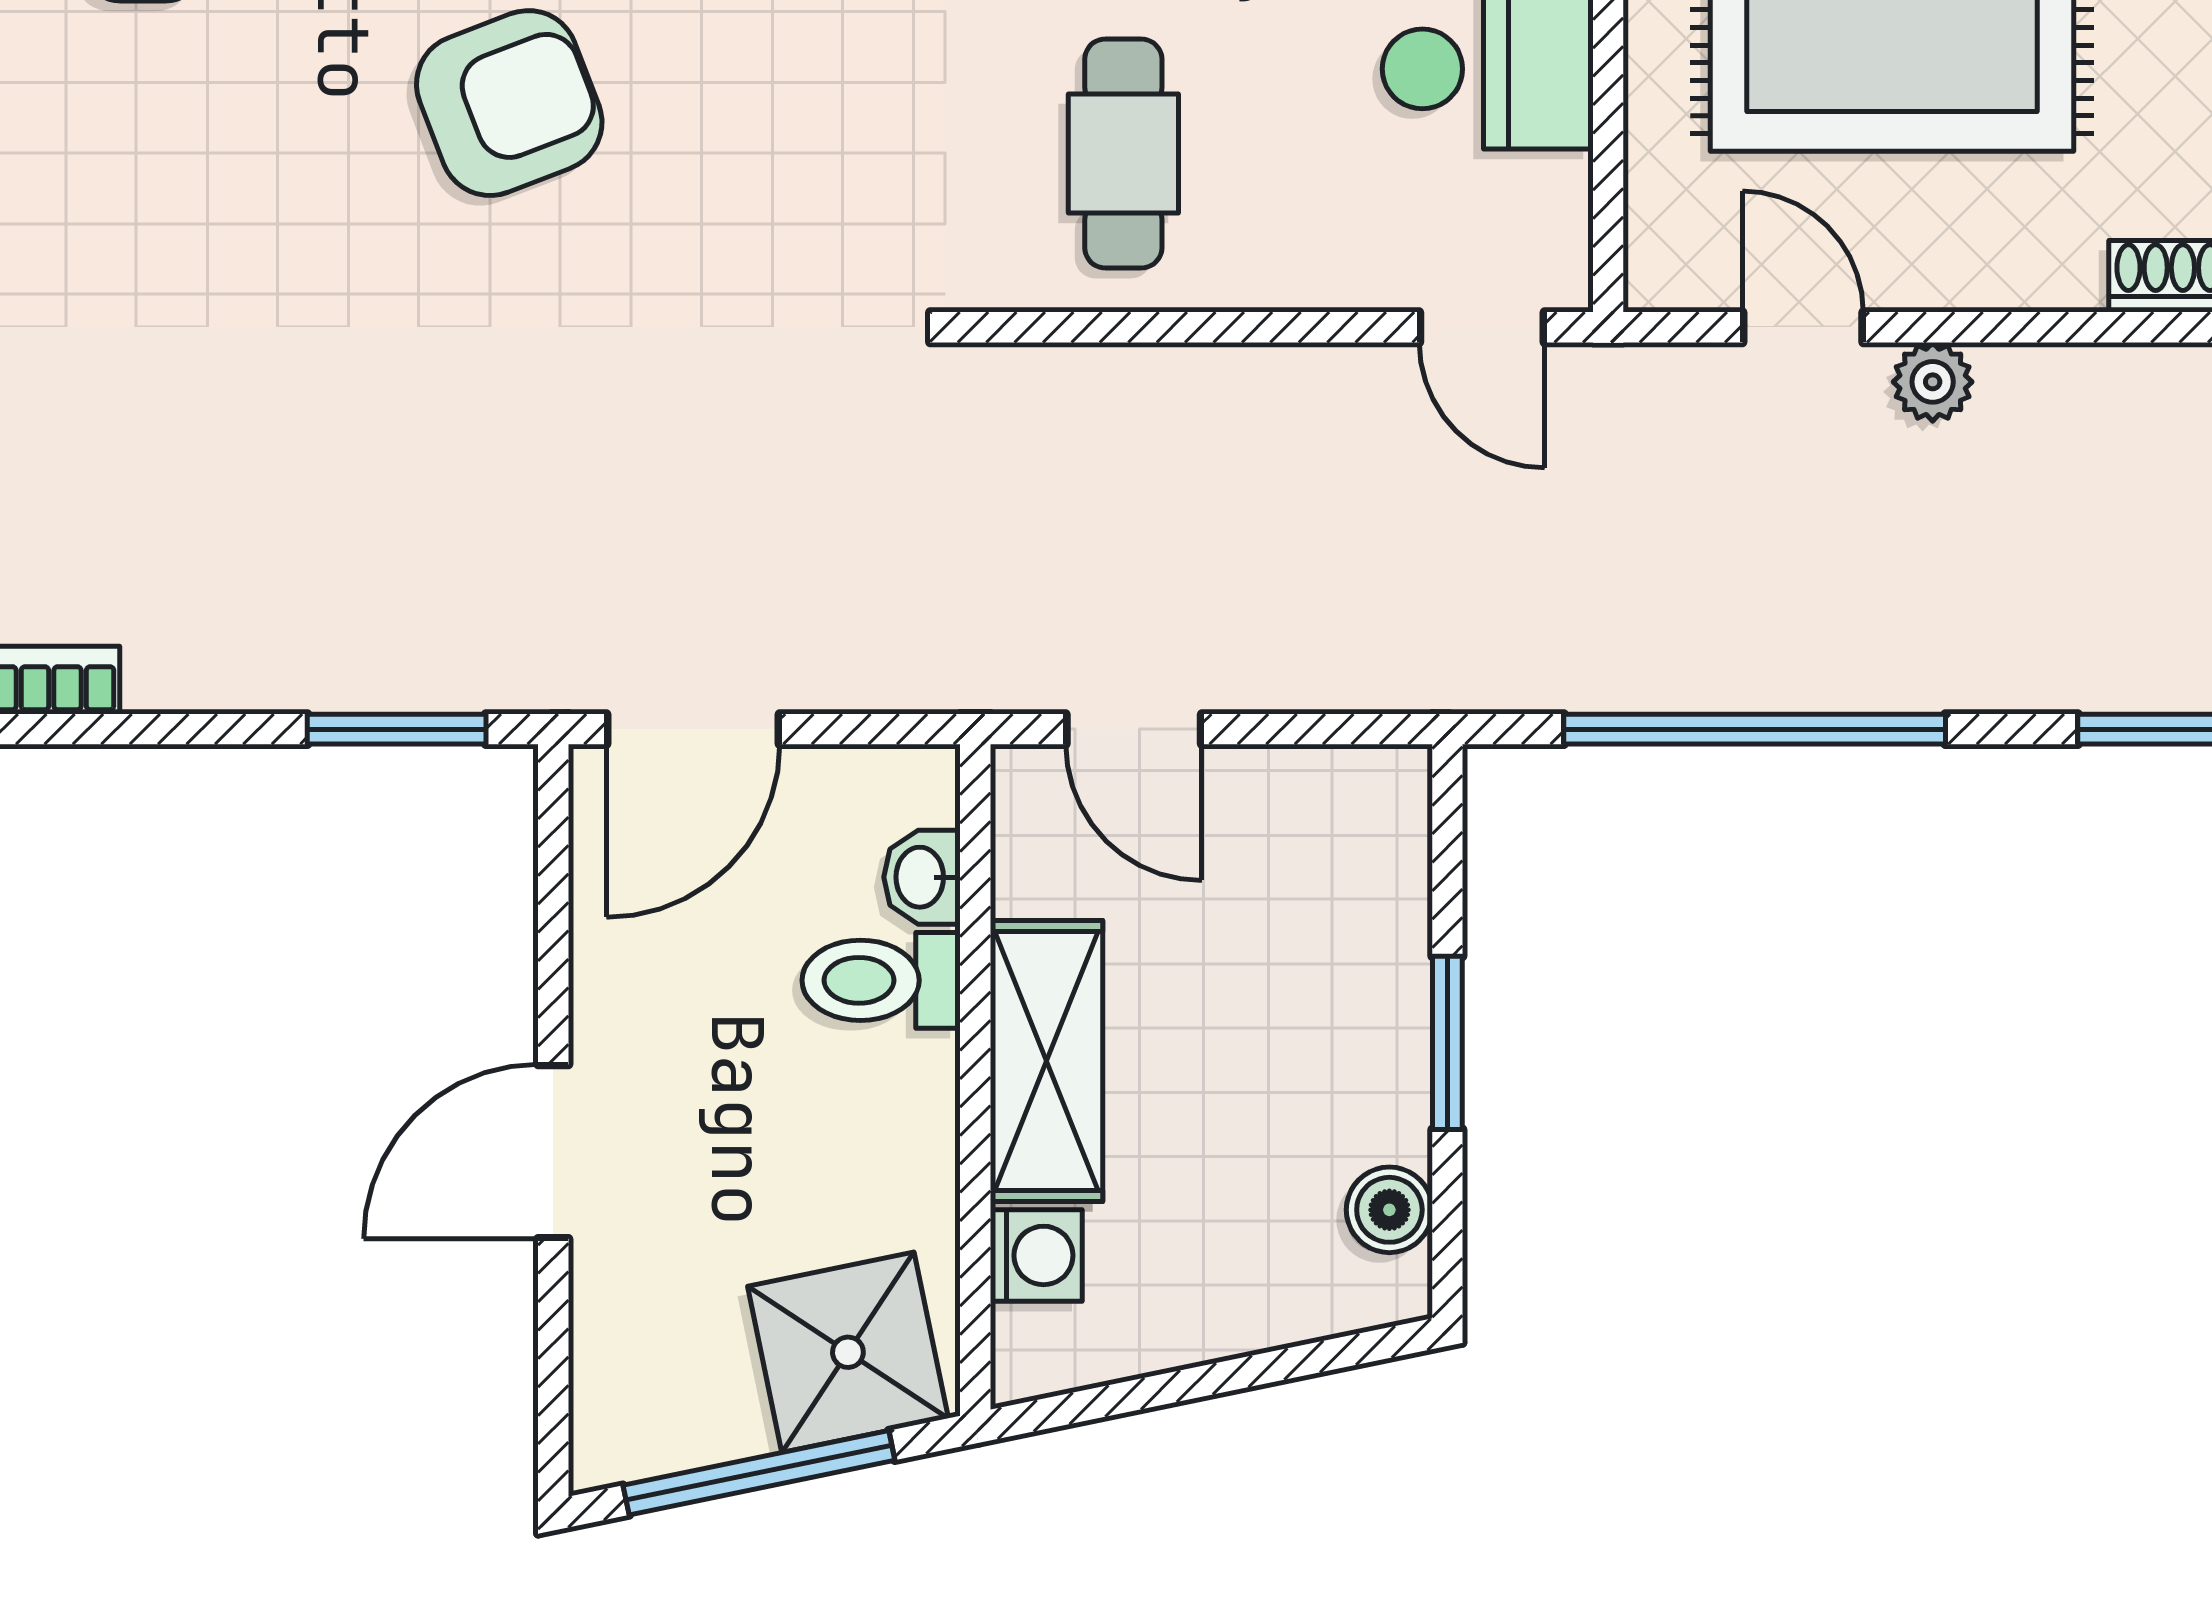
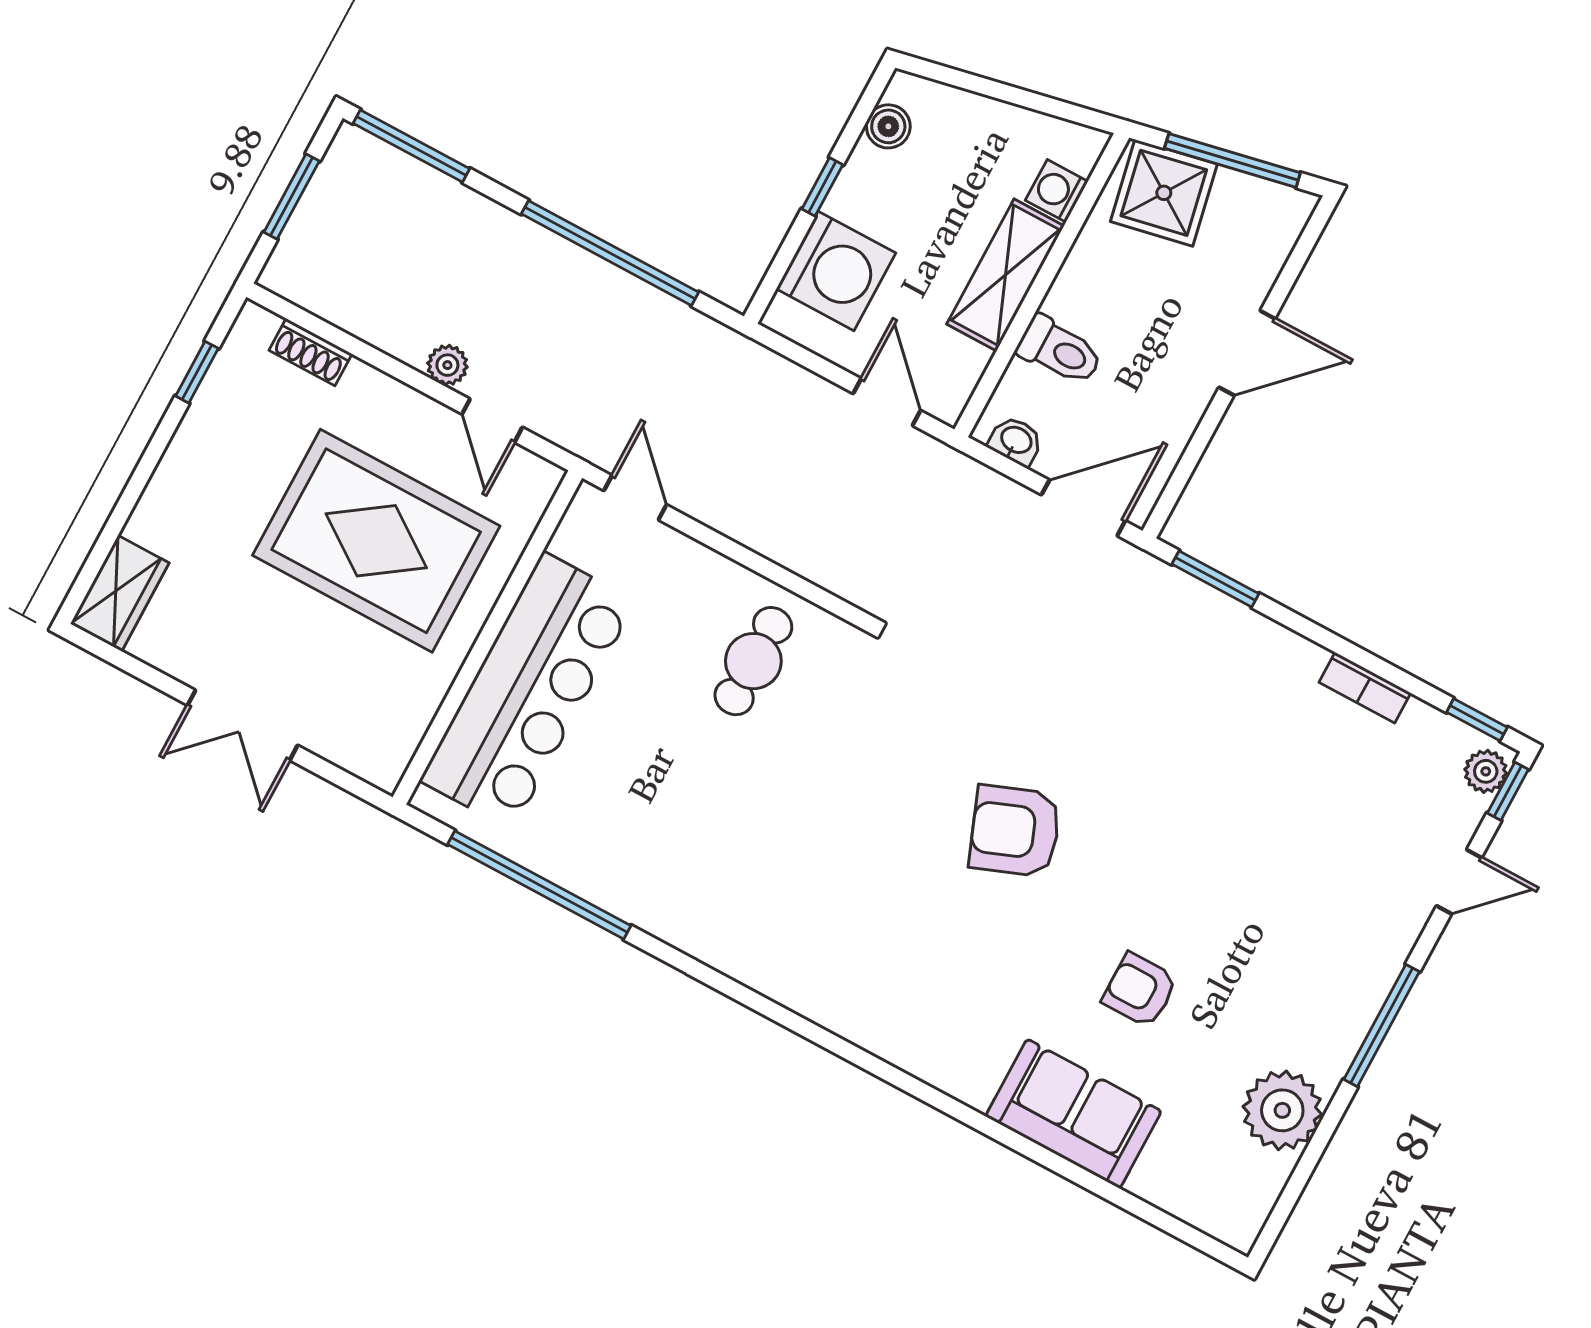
washbasin: (922, 877) -> (1016, 441), moved, turned -90
washing machine: (1345, 910) -> (836, 271), added
window: (1447, 1043) -> (822, 187), width x0.67

